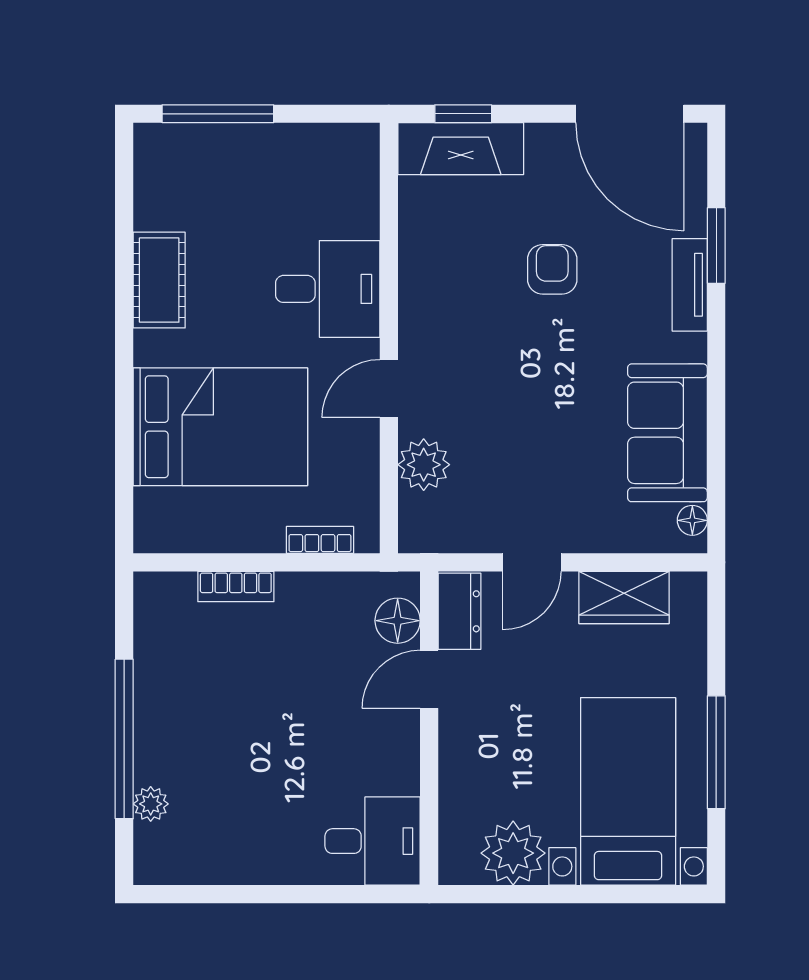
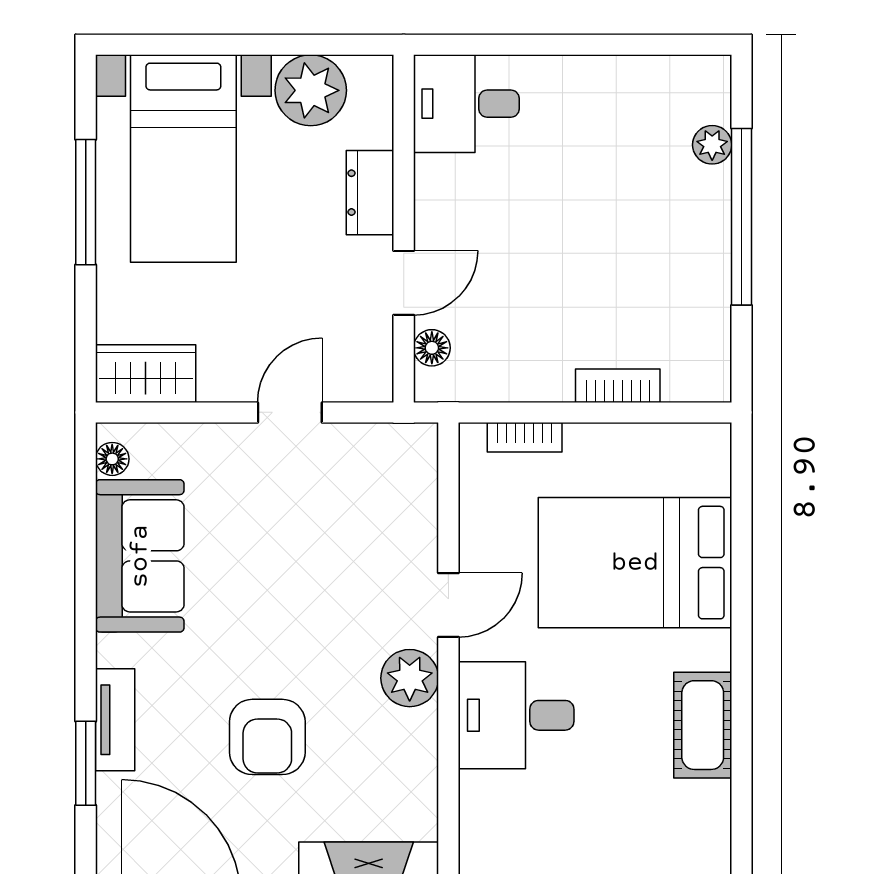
armchair: (552, 269) -> (267, 737), width x1.38, depth x1.38
plant: (424, 465) -> (410, 678), moved
wardrobe: (624, 597) -> (146, 374), moved
dresser: (460, 611) -> (370, 193), moved
floor lamp: (398, 621) -> (432, 348), width x0.73, depth x0.73

